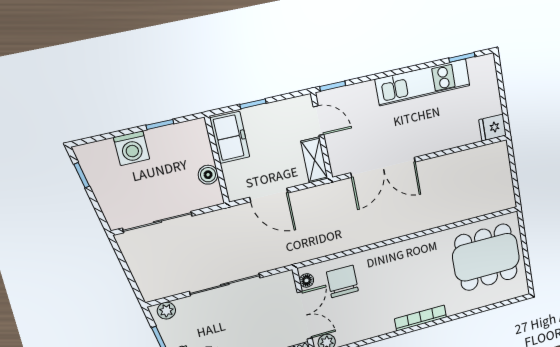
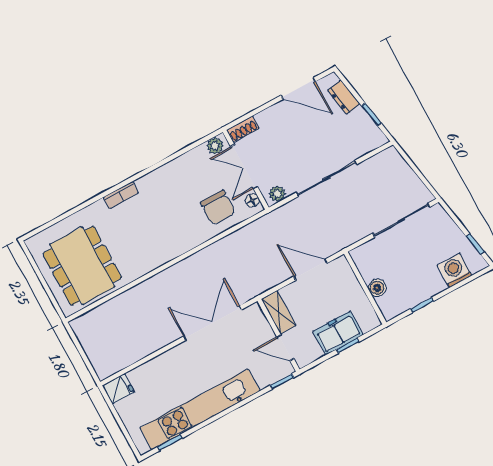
kitchen unit: (423, 82) -> (200, 409), width x1.36
freezer: (230, 137) -> (338, 333), moved, turned 90
washing machine: (132, 148) -> (455, 270), moved
boiler: (208, 175) -> (377, 288), moved
dining table: (486, 257) -> (82, 266), turned 90
plant: (166, 311) -> (277, 194), moved
bookcase: (421, 318) -> (121, 195), width x0.64

